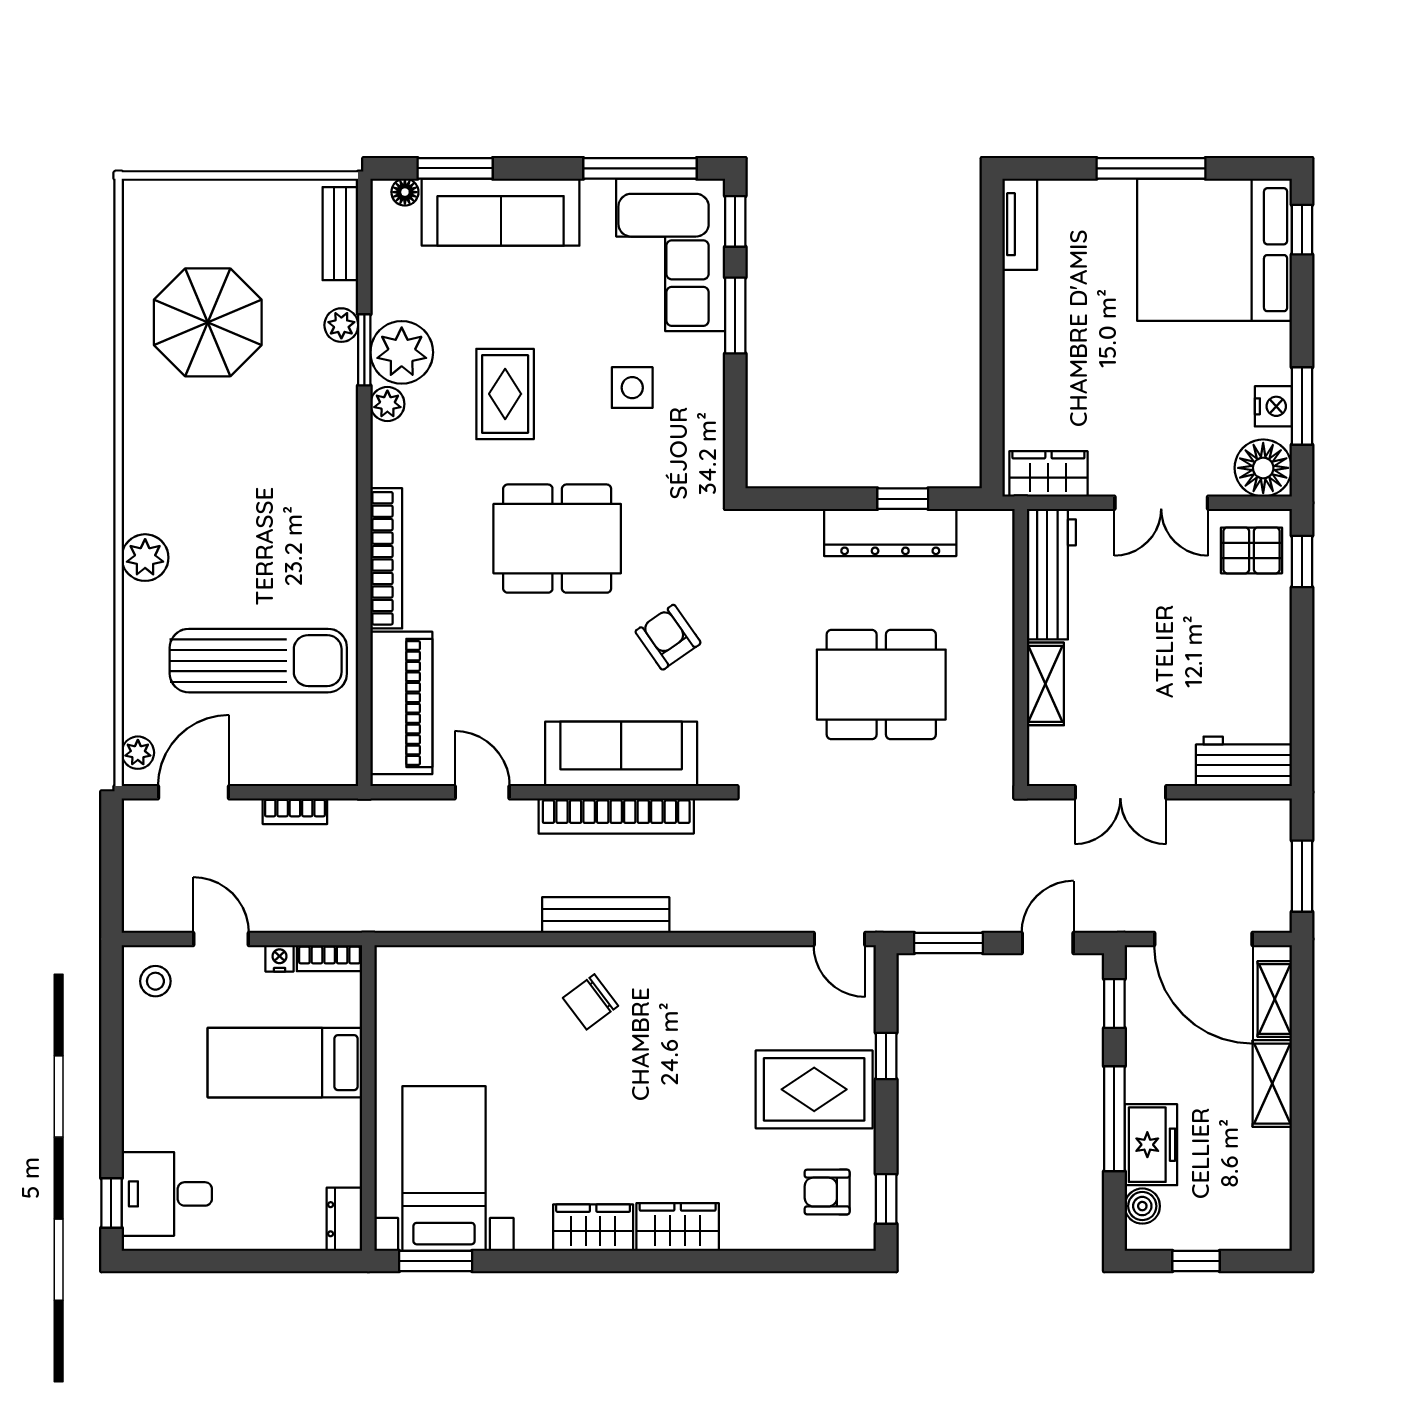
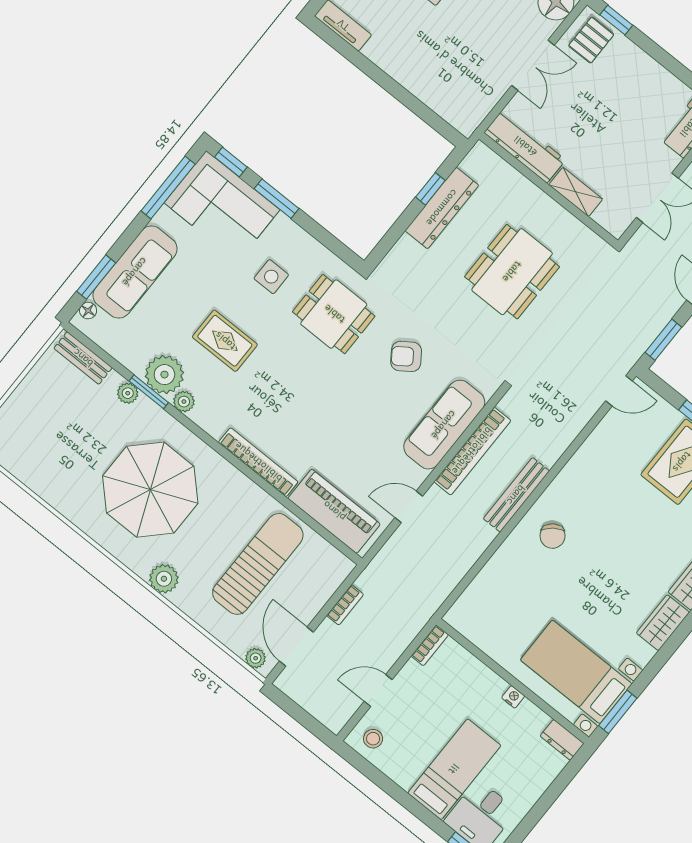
parasol: (208, 322) -> (150, 490), moved, width x1.36, depth x1.36
wardrobe: (1048, 474) -> (475, 109), removed
dining table: (557, 539) -> (334, 314), moved, width x0.73
nightstand: (280, 958) -> (513, 697), moved, turned 90
bed: (285, 1063) -> (454, 769), moved, turned 180

